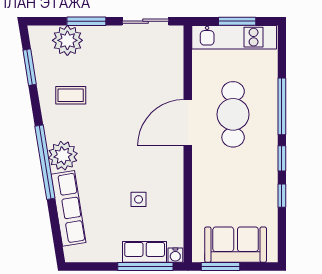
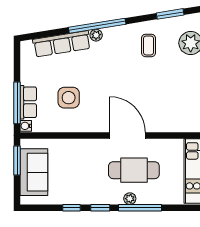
plant: (270, 120) -> (130, 199), added
plant: (63, 156) -> (96, 35), width x0.53, depth x0.53
side table: (139, 199) -> (69, 98), width x1.87, depth x1.87

